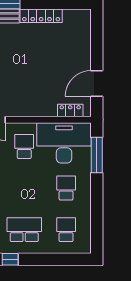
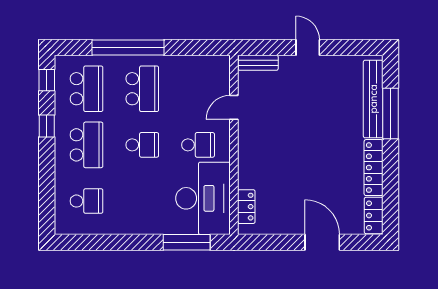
locker: (77, 16) -> (374, 215), added
door: (97, 83) -> (322, 242), moved
school desk: (66, 188) -> (142, 145), moved

